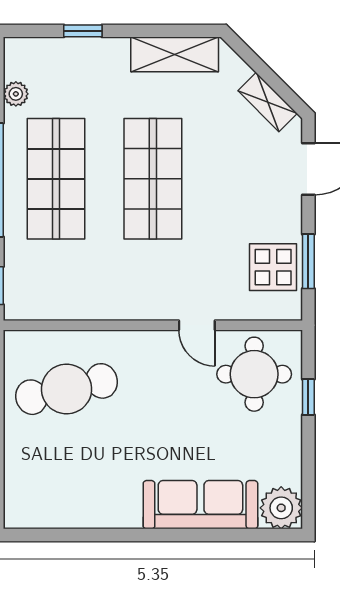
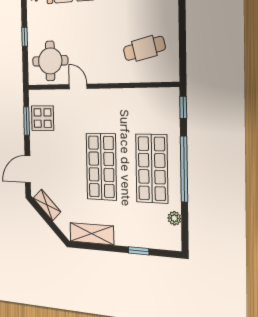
cafe table: (67, 389) -> (144, 48), width x0.73, depth x0.74
window: (308, 397) -> (25, 37), moved

